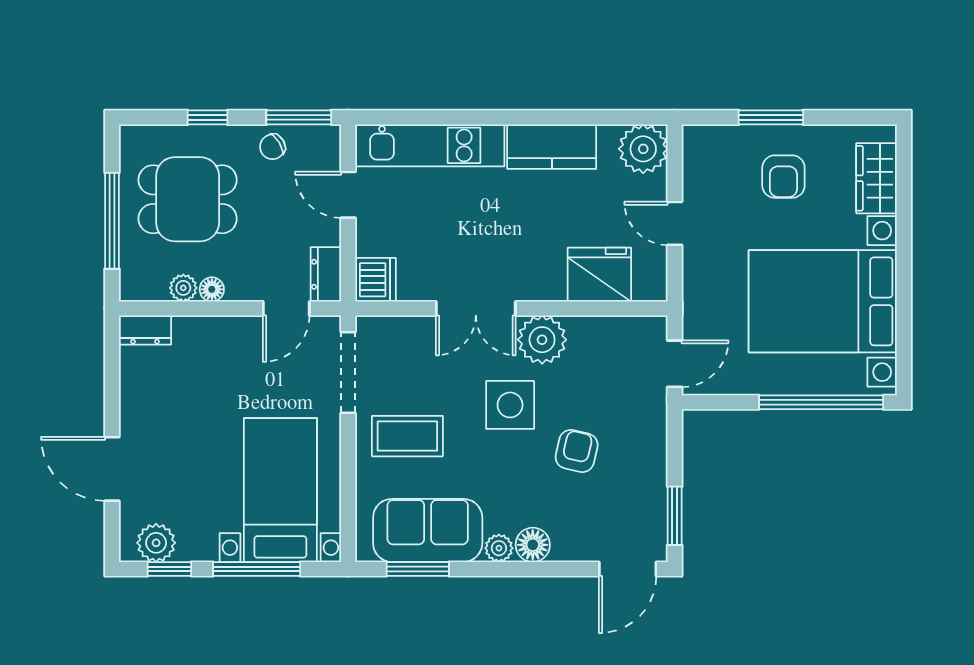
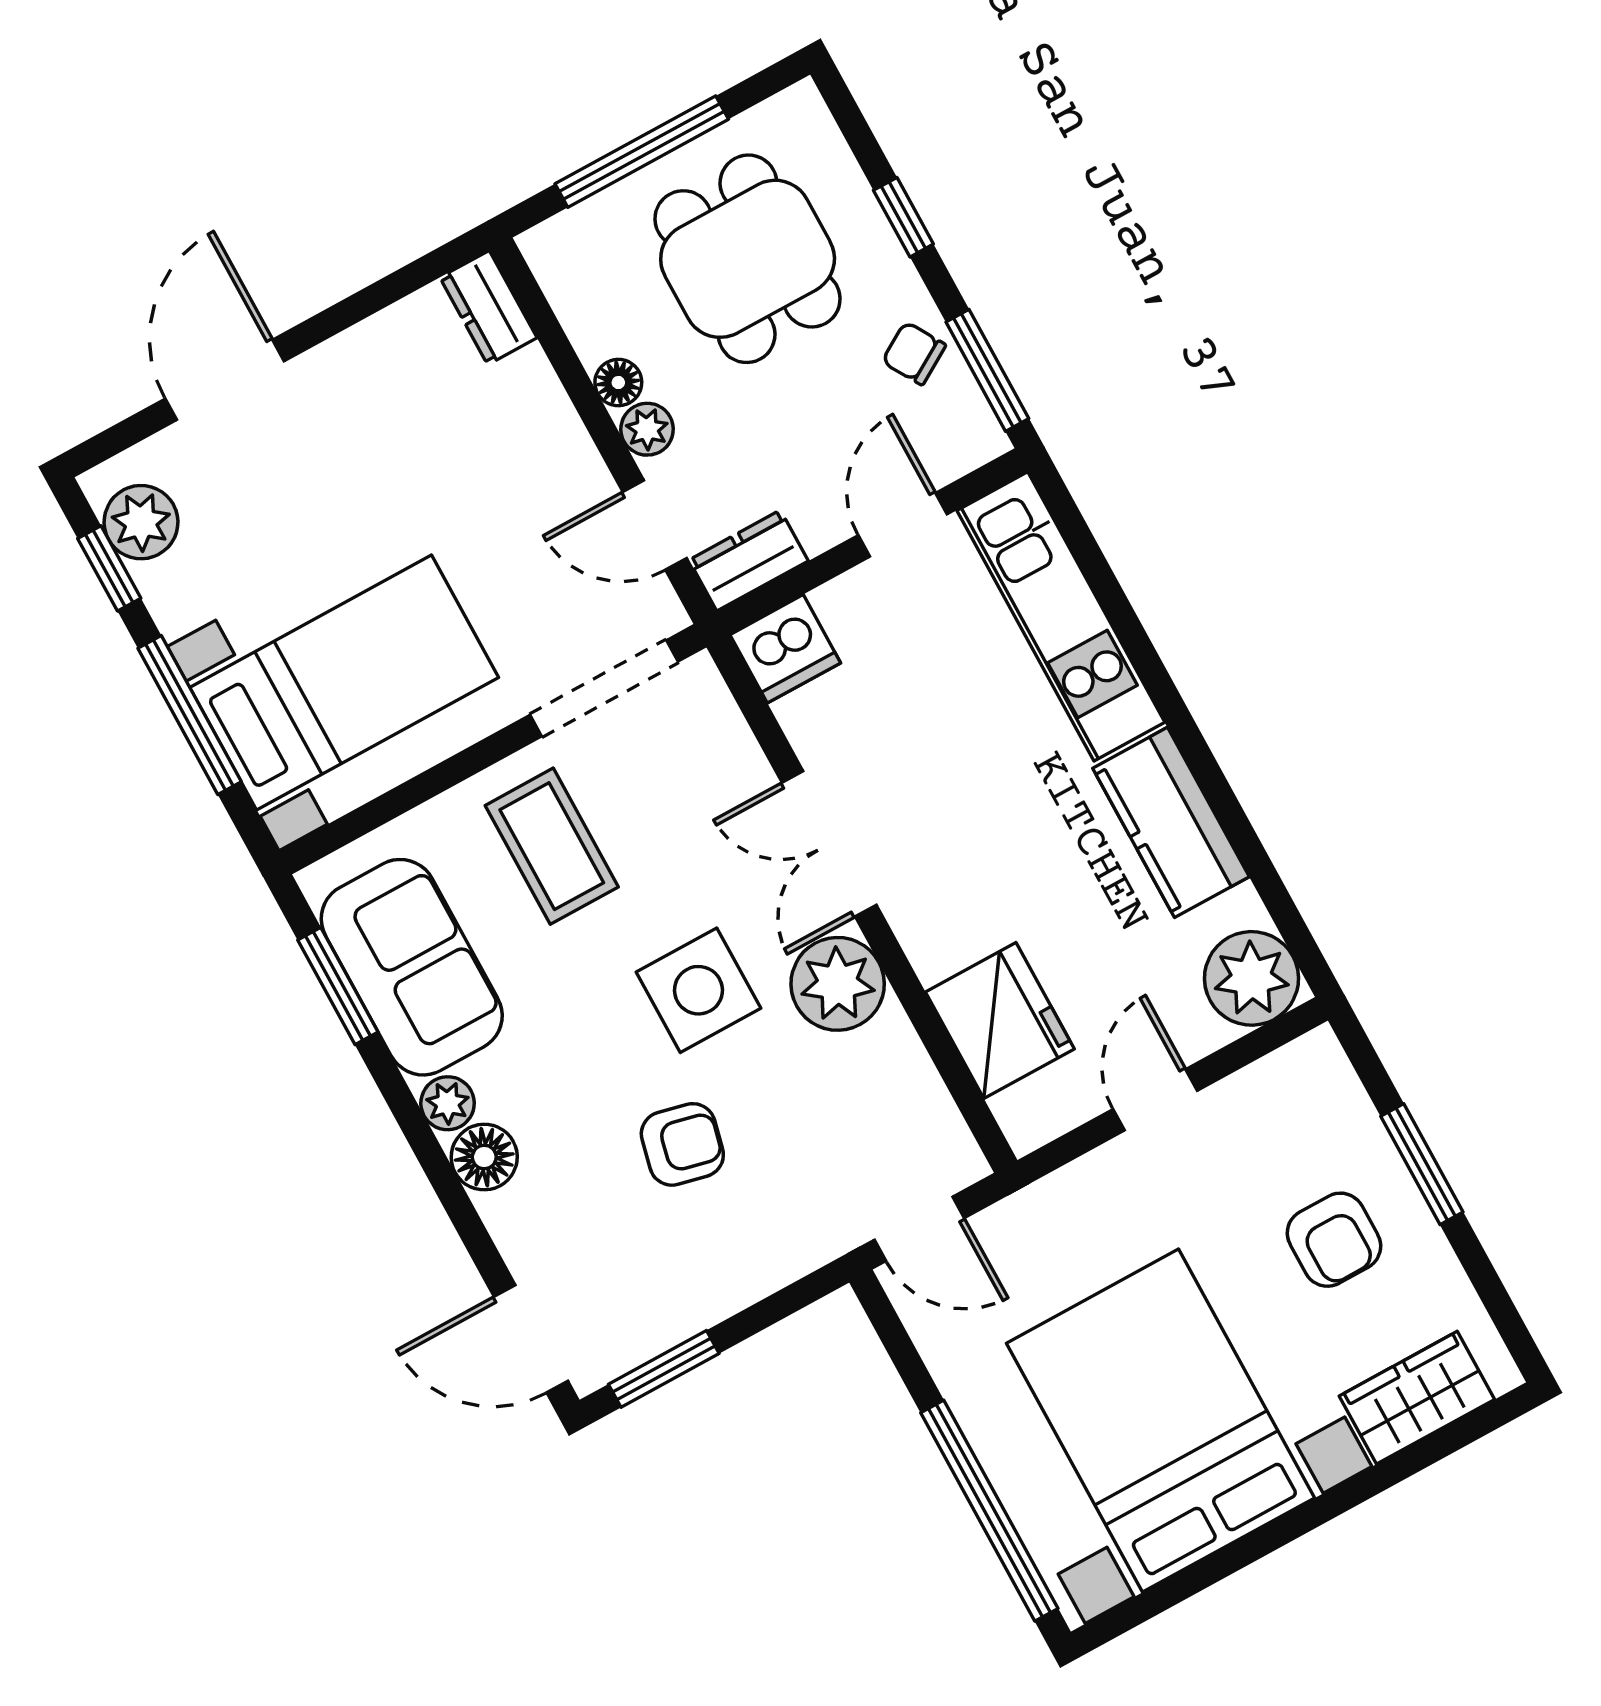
armchair: (783, 177) -> (1334, 1240), turned -90
plant: (183, 288) -> (647, 429), moved

